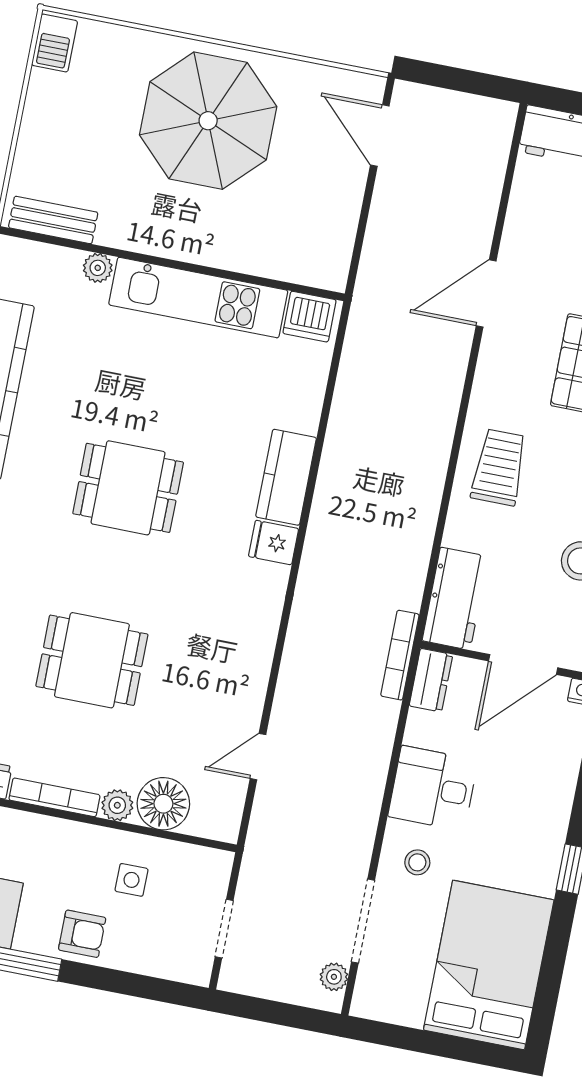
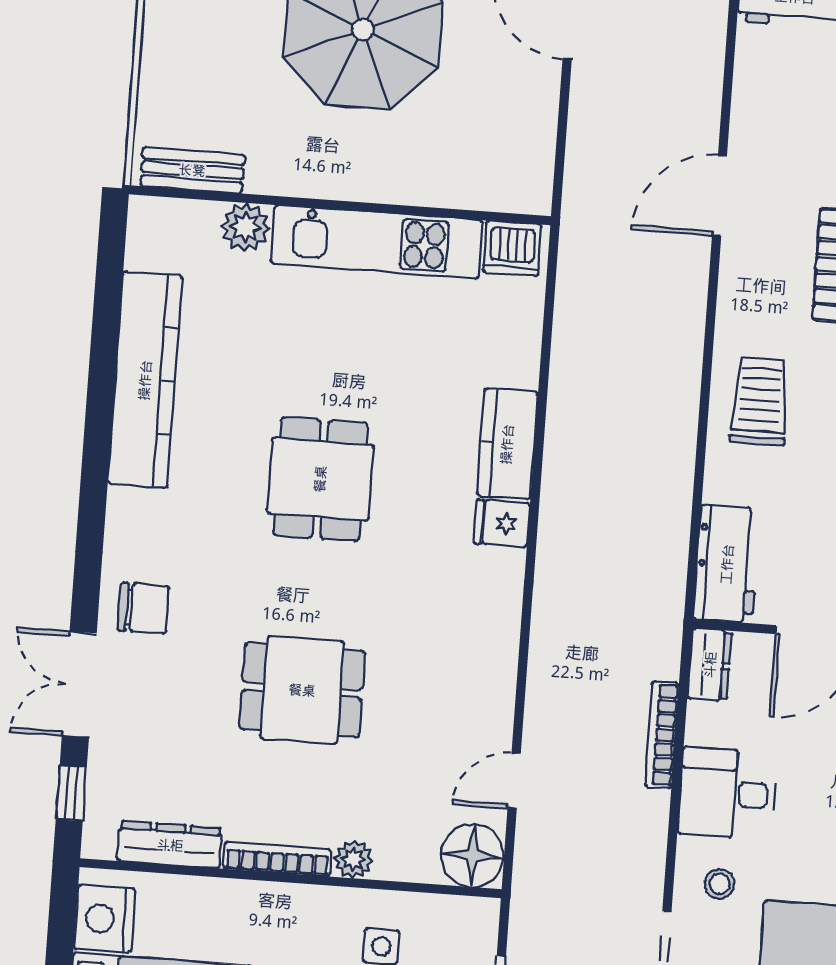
plant: (98, 268) -> (245, 227), width x1.38, depth x1.38
dining table: (128, 488) -> (320, 479), turned 90
bookcase: (400, 655) -> (662, 735), moved
floor lamp: (163, 804) -> (472, 855), moved

